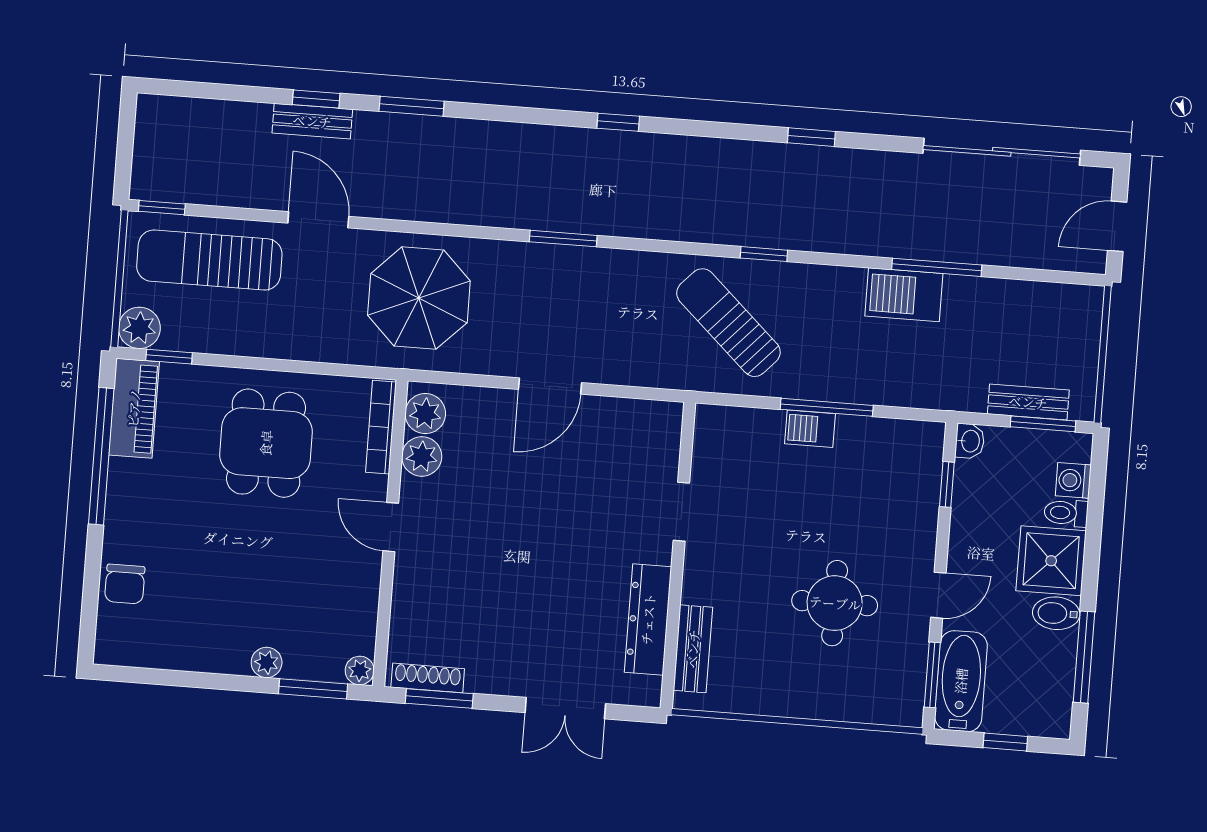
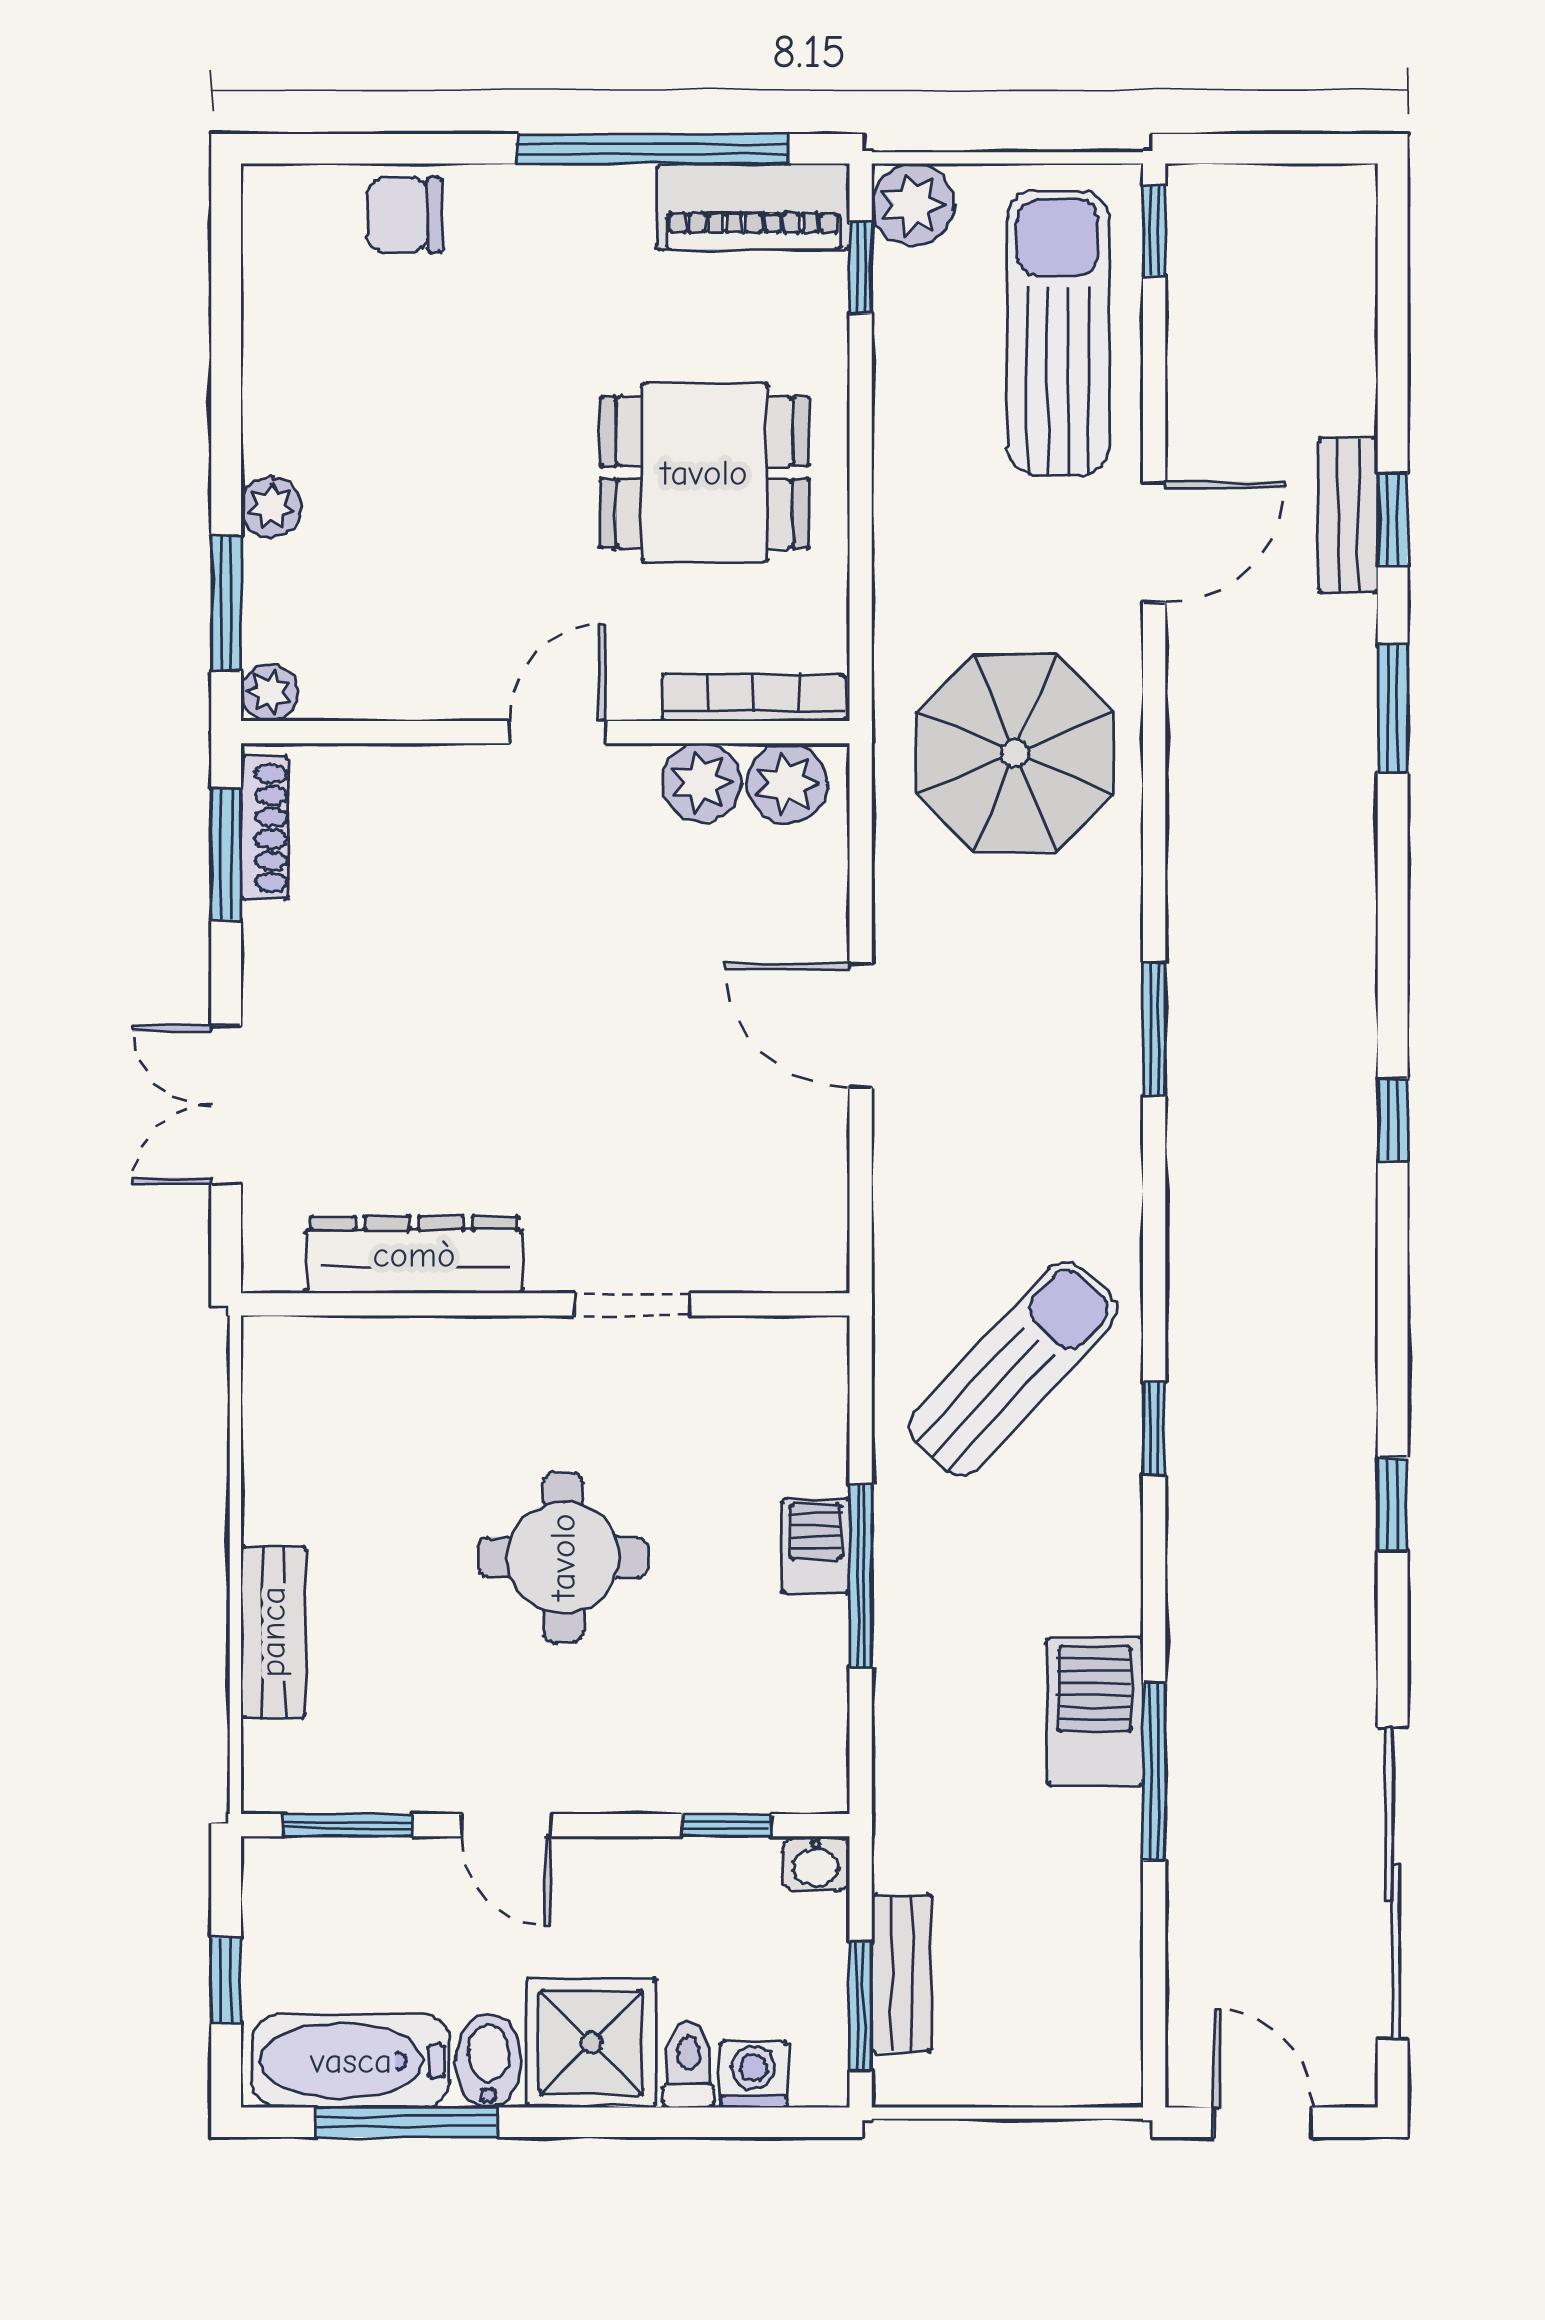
round table: (835, 603) -> (563, 1557), moved
bench: (693, 649) -> (273, 1632), moved, turned 90
bathtub: (961, 681) -> (351, 2061), moved, turned 180

